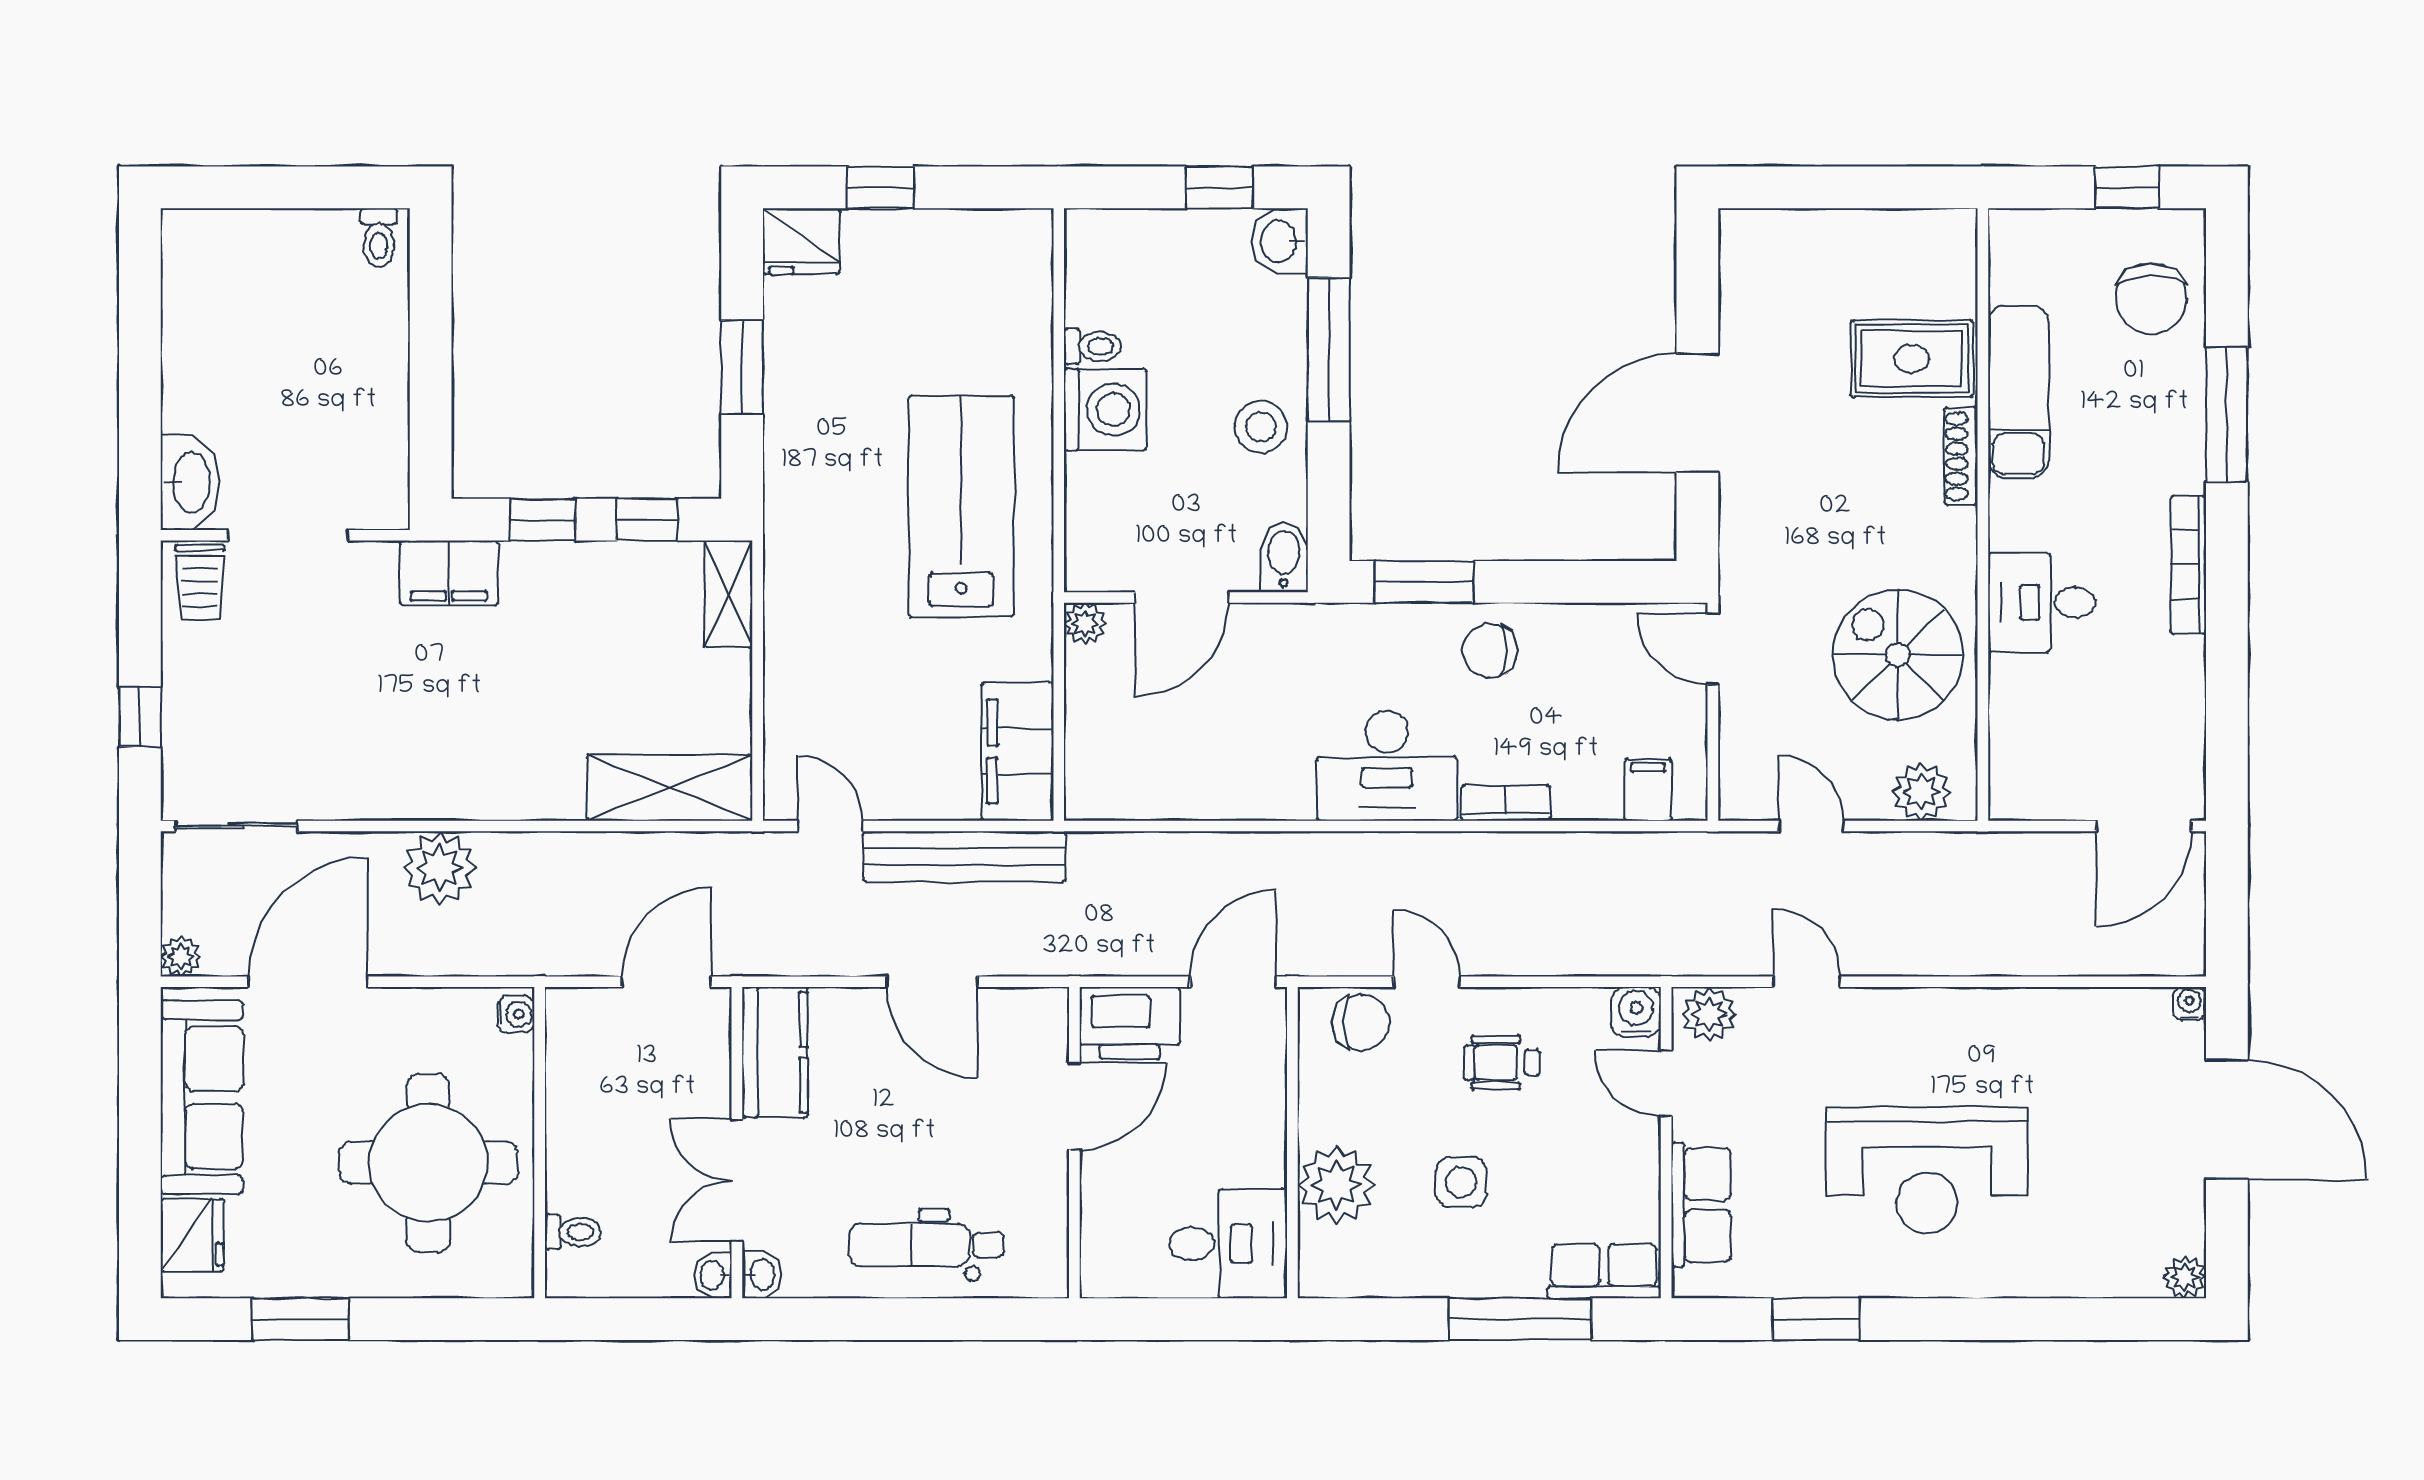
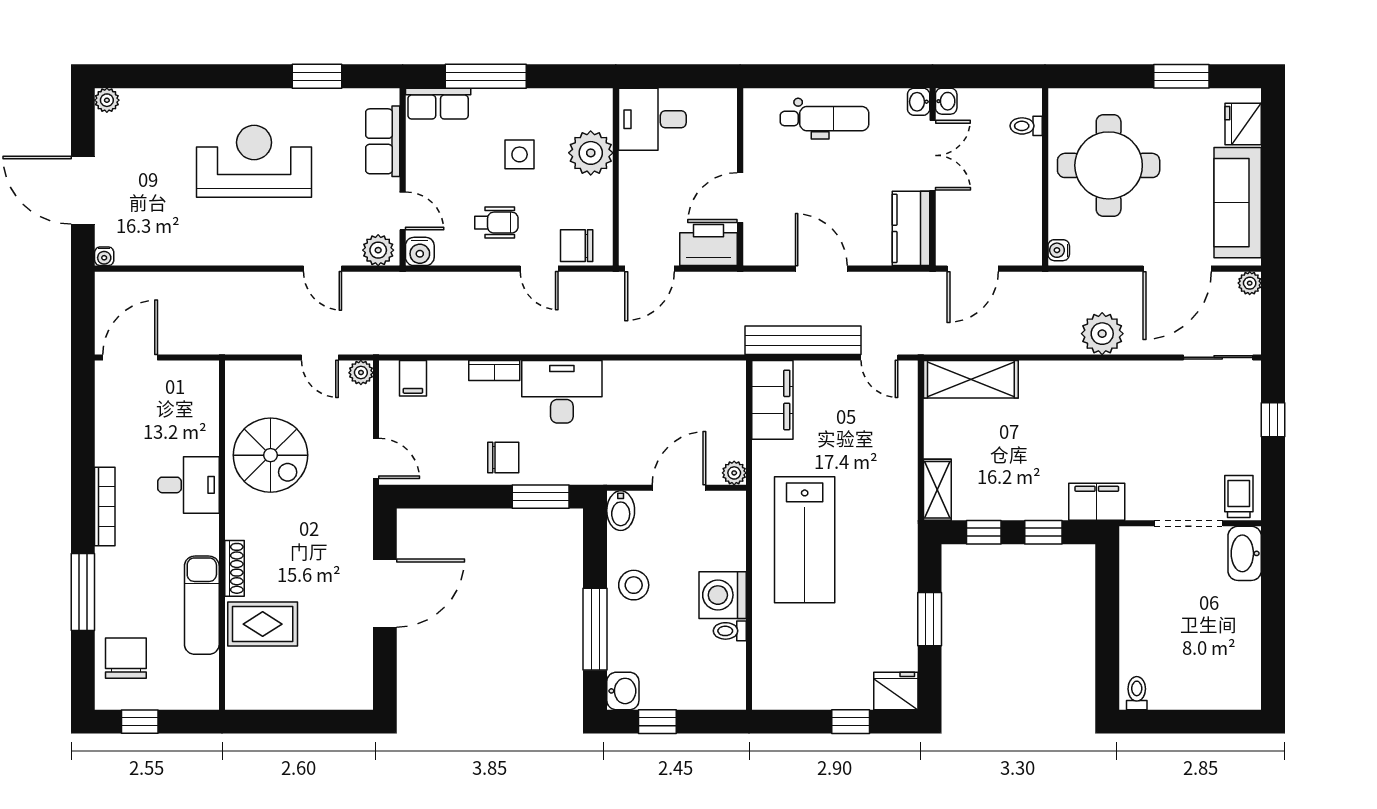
plant: (1921, 792) -> (361, 373), moved, width x0.73, depth x0.73

